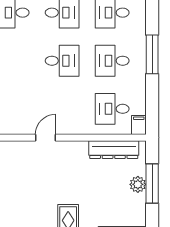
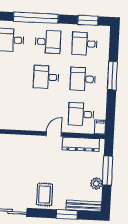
desk: (62, 61) -> (46, 77), turned 180
door: (46, 138) -> (54, 134), moved
plant: (138, 184) -> (96, 183), moved

